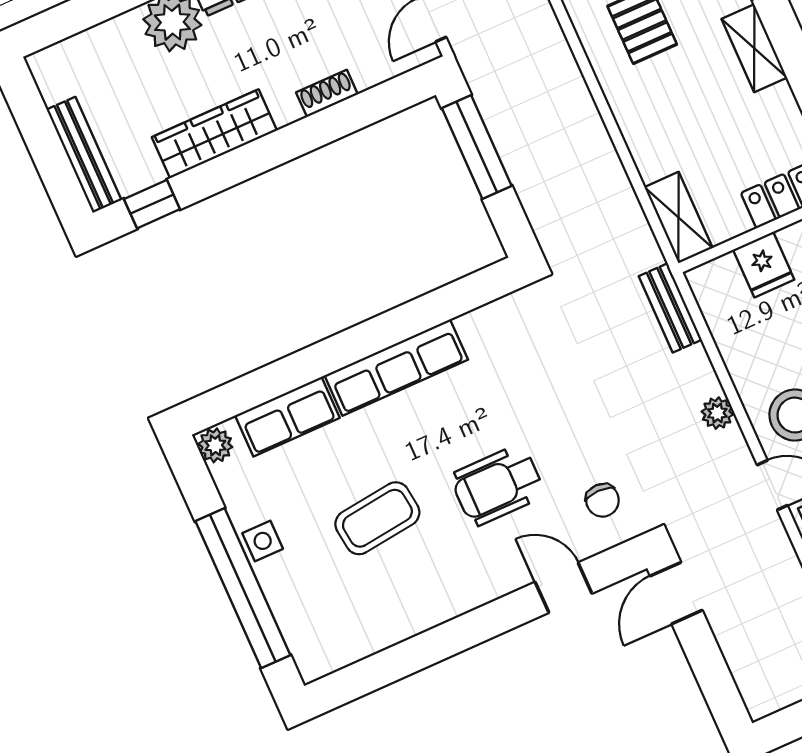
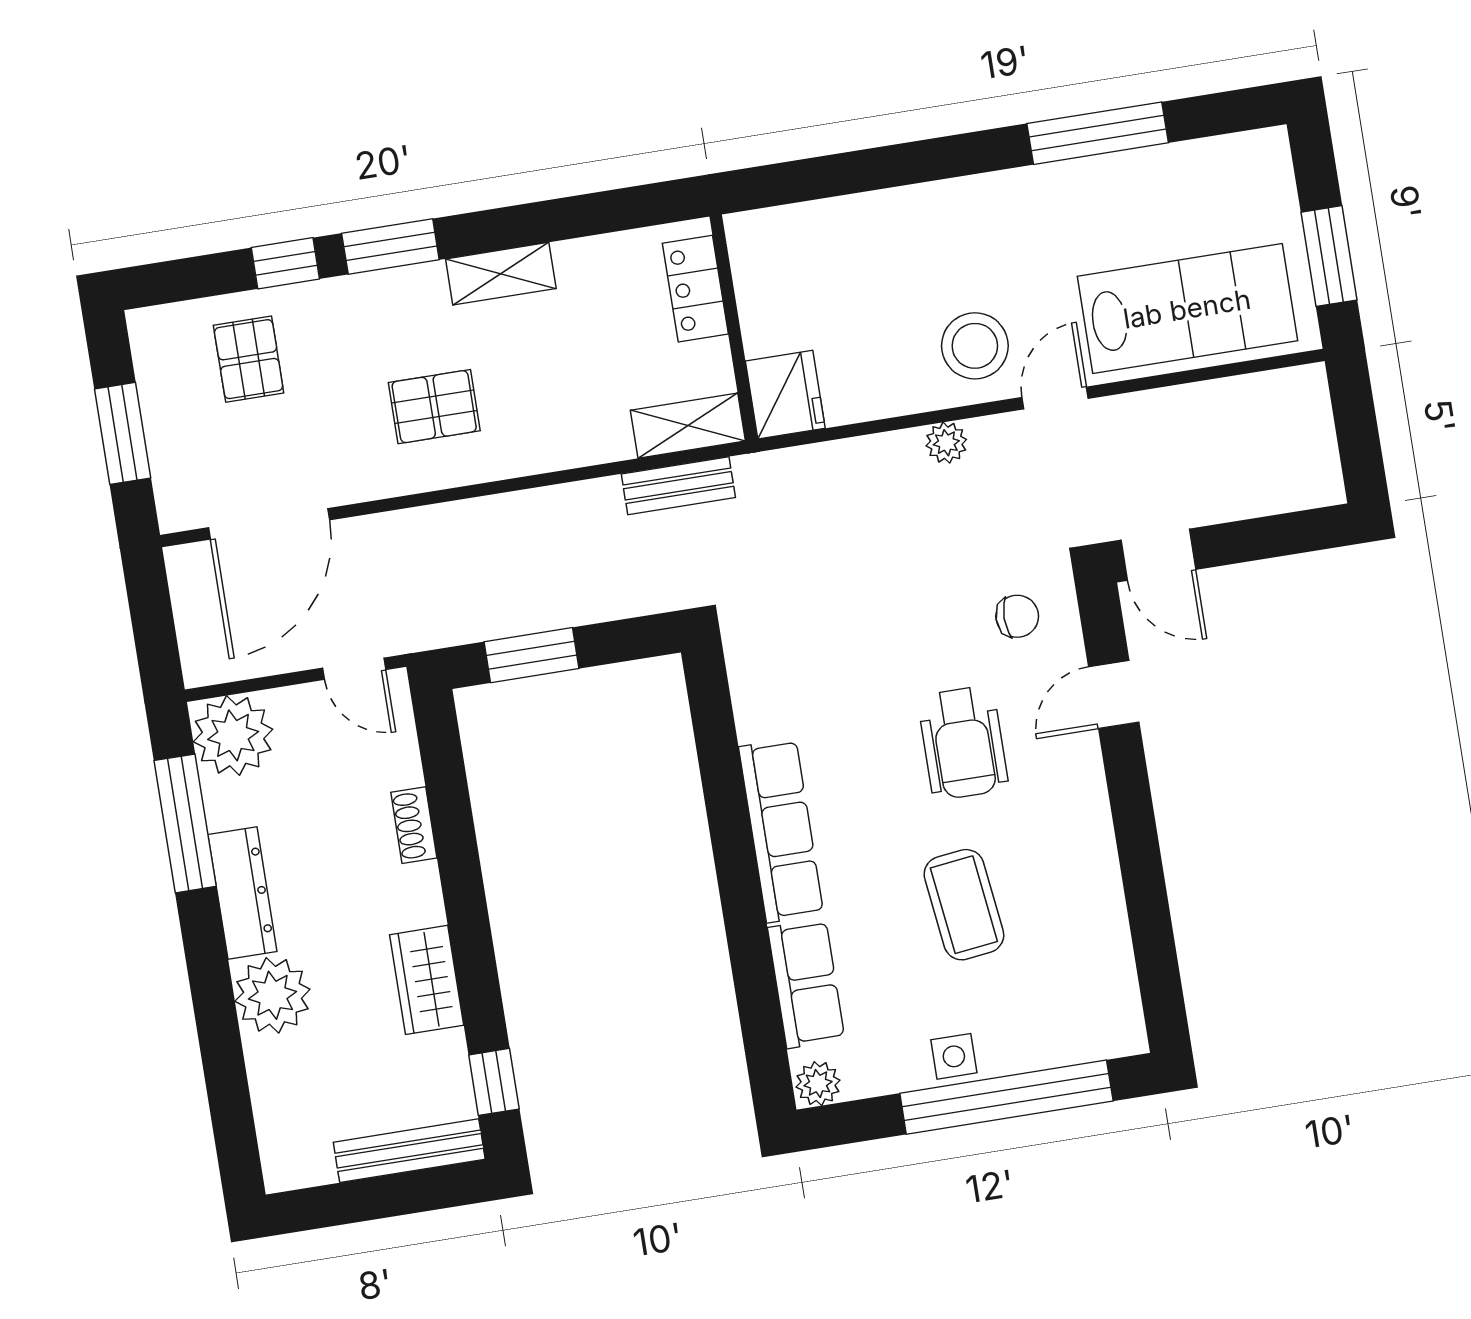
wardrobe: (214, 134) -> (427, 980), width x0.67
window: (477, 147) -> (531, 655), width x0.69
fridge: (764, 265) -> (785, 395), moved, width x1.38
bench: (670, 308) -> (678, 486), moved

